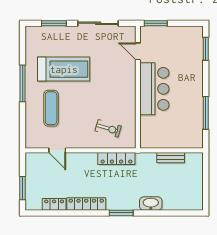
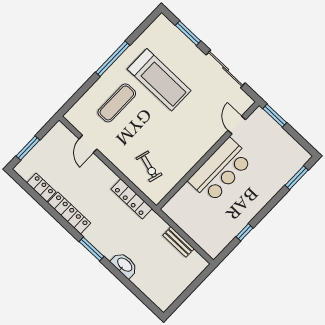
window: (206, 113) -> (245, 232), width x0.46

